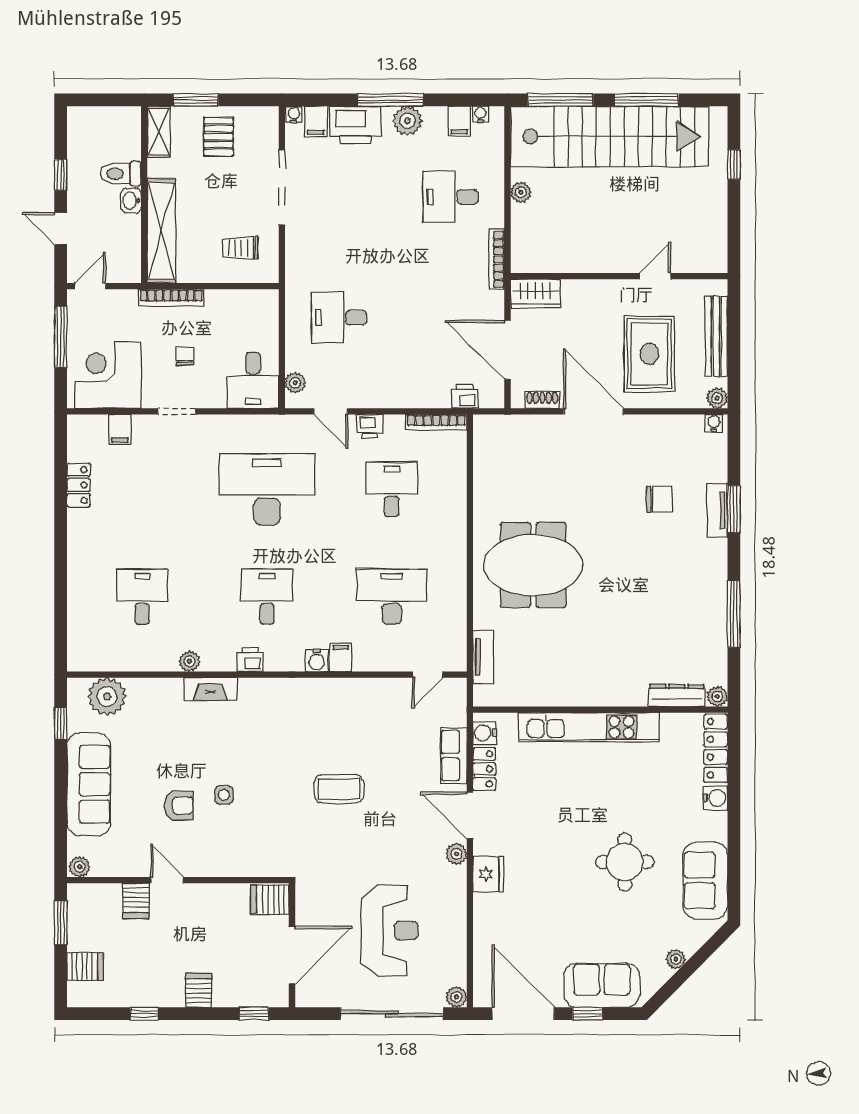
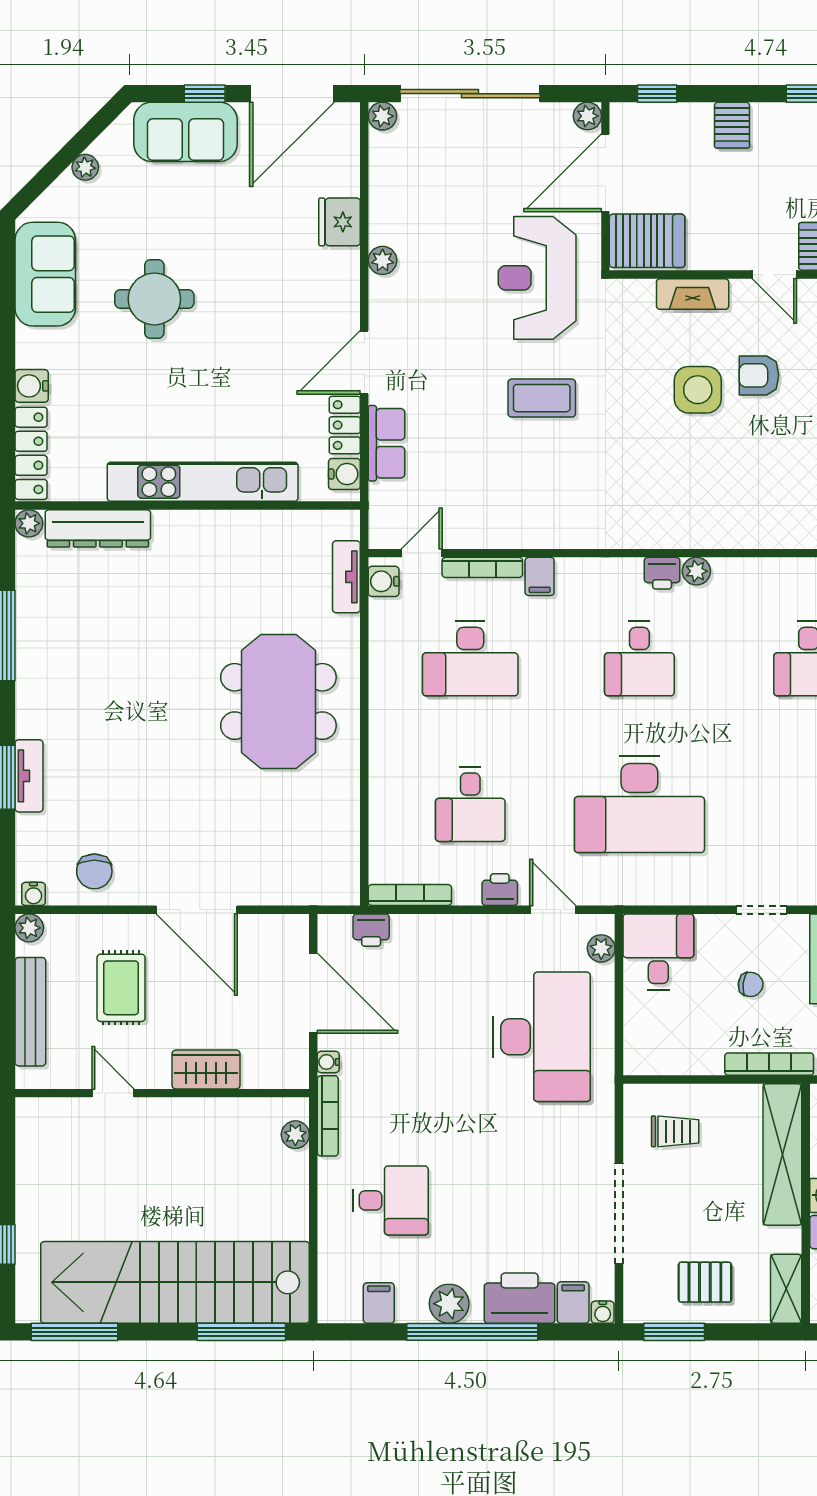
window: (196, 100) -> (674, 1332), moved
window: (390, 100) -> (472, 1332), width x1.46
window: (647, 100) -> (75, 1332), moved
water cooler: (480, 114) -> (328, 1062), moved, turned 90
pallet: (219, 137) -> (705, 1282), turned 90
plant: (521, 192) -> (295, 1135), moved
door: (655, 276) -> (113, 1093), swing flipped
wardrobe: (535, 294) -> (206, 1069), moved
desk: (339, 318) -> (542, 1037), width x1.87, depth x1.30
rug: (649, 354) -> (121, 988), width x0.73, depth x0.70
chair: (185, 356) -> (751, 984), turned -83
shoe rack: (542, 400) -> (266, 925), removed
chair: (659, 499) -> (94, 871), moved, turned -90
meeting table: (533, 565) -> (278, 701), turned 90
water cooler: (317, 660) -> (384, 581), moved, turned -90
plant: (189, 661) -> (696, 571), moved
bookcase: (383, 664) -> (482, 567), added
fireplace: (210, 689) -> (693, 294), moved, turned 180
dresser: (677, 695) -> (98, 528), width x1.37, depth x1.24
side table: (224, 795) -> (698, 390), width x1.87, depth x1.87
door: (470, 815) -> (364, 362), swing flipped
plant: (456, 854) -> (383, 260), moved
fridge: (488, 874) -> (340, 222), moved
server rack: (270, 900) -> (647, 241), width x1.36, depth x1.44
reception desk: (390, 931) -> (537, 278), moved
plant: (305, 997) -> (587, 116), added
door: (523, 1014) -> (292, 94), hinge flipped

